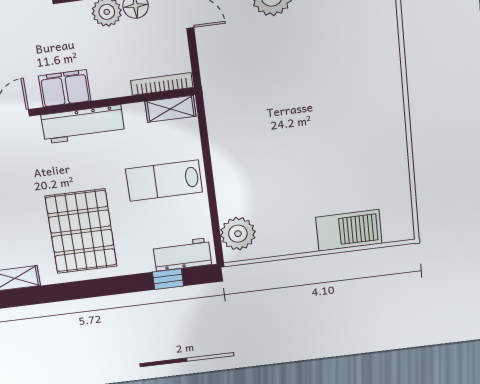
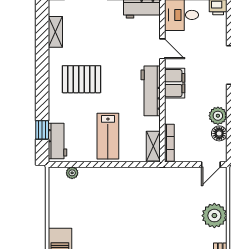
lab bench: (164, 181) -> (108, 136), turned 180
pallet: (81, 231) -> (81, 79), width x0.73, depth x0.71
plant: (238, 234) -> (72, 173), width x0.53, depth x0.53

